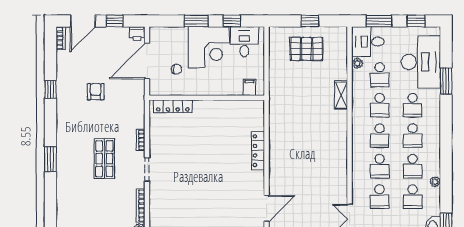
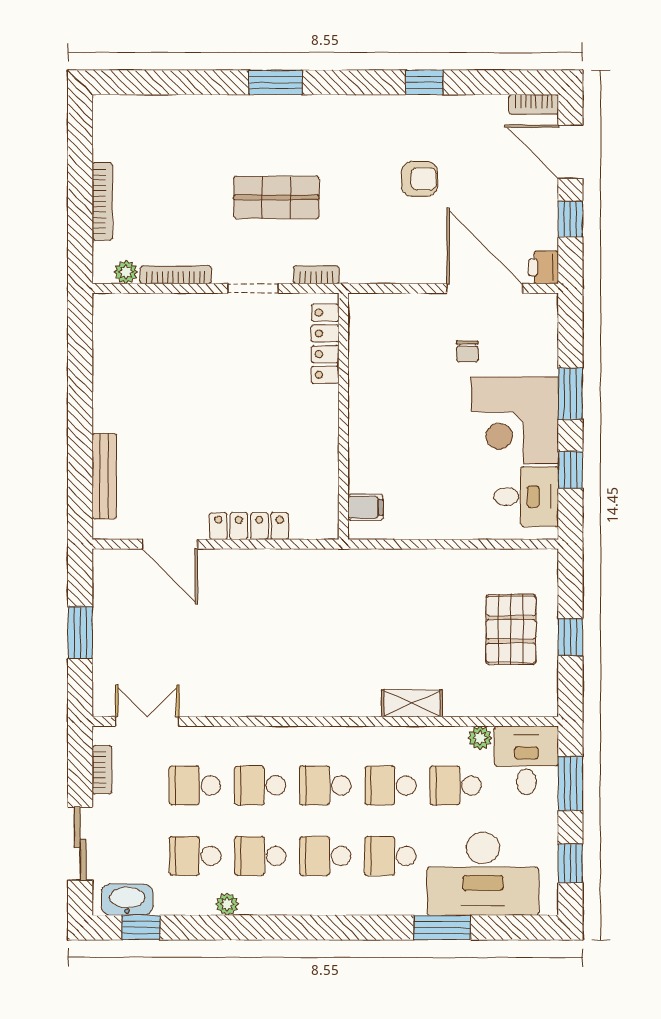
filing cabinet: (249, 87) -> (365, 507), moved
wall: (207, 98) -> (343, 416), moved
locker: (173, 106) -> (325, 344), moved
locker: (258, 151) -> (249, 526), moved

